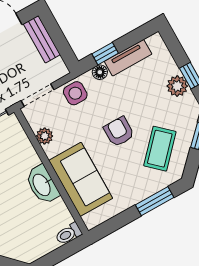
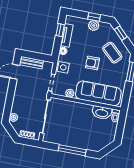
window: (105, 54) -> (60, 30), moved
sofa: (81, 179) -> (98, 93), width x1.36
washbasin: (42, 185) -> (102, 113), moved

